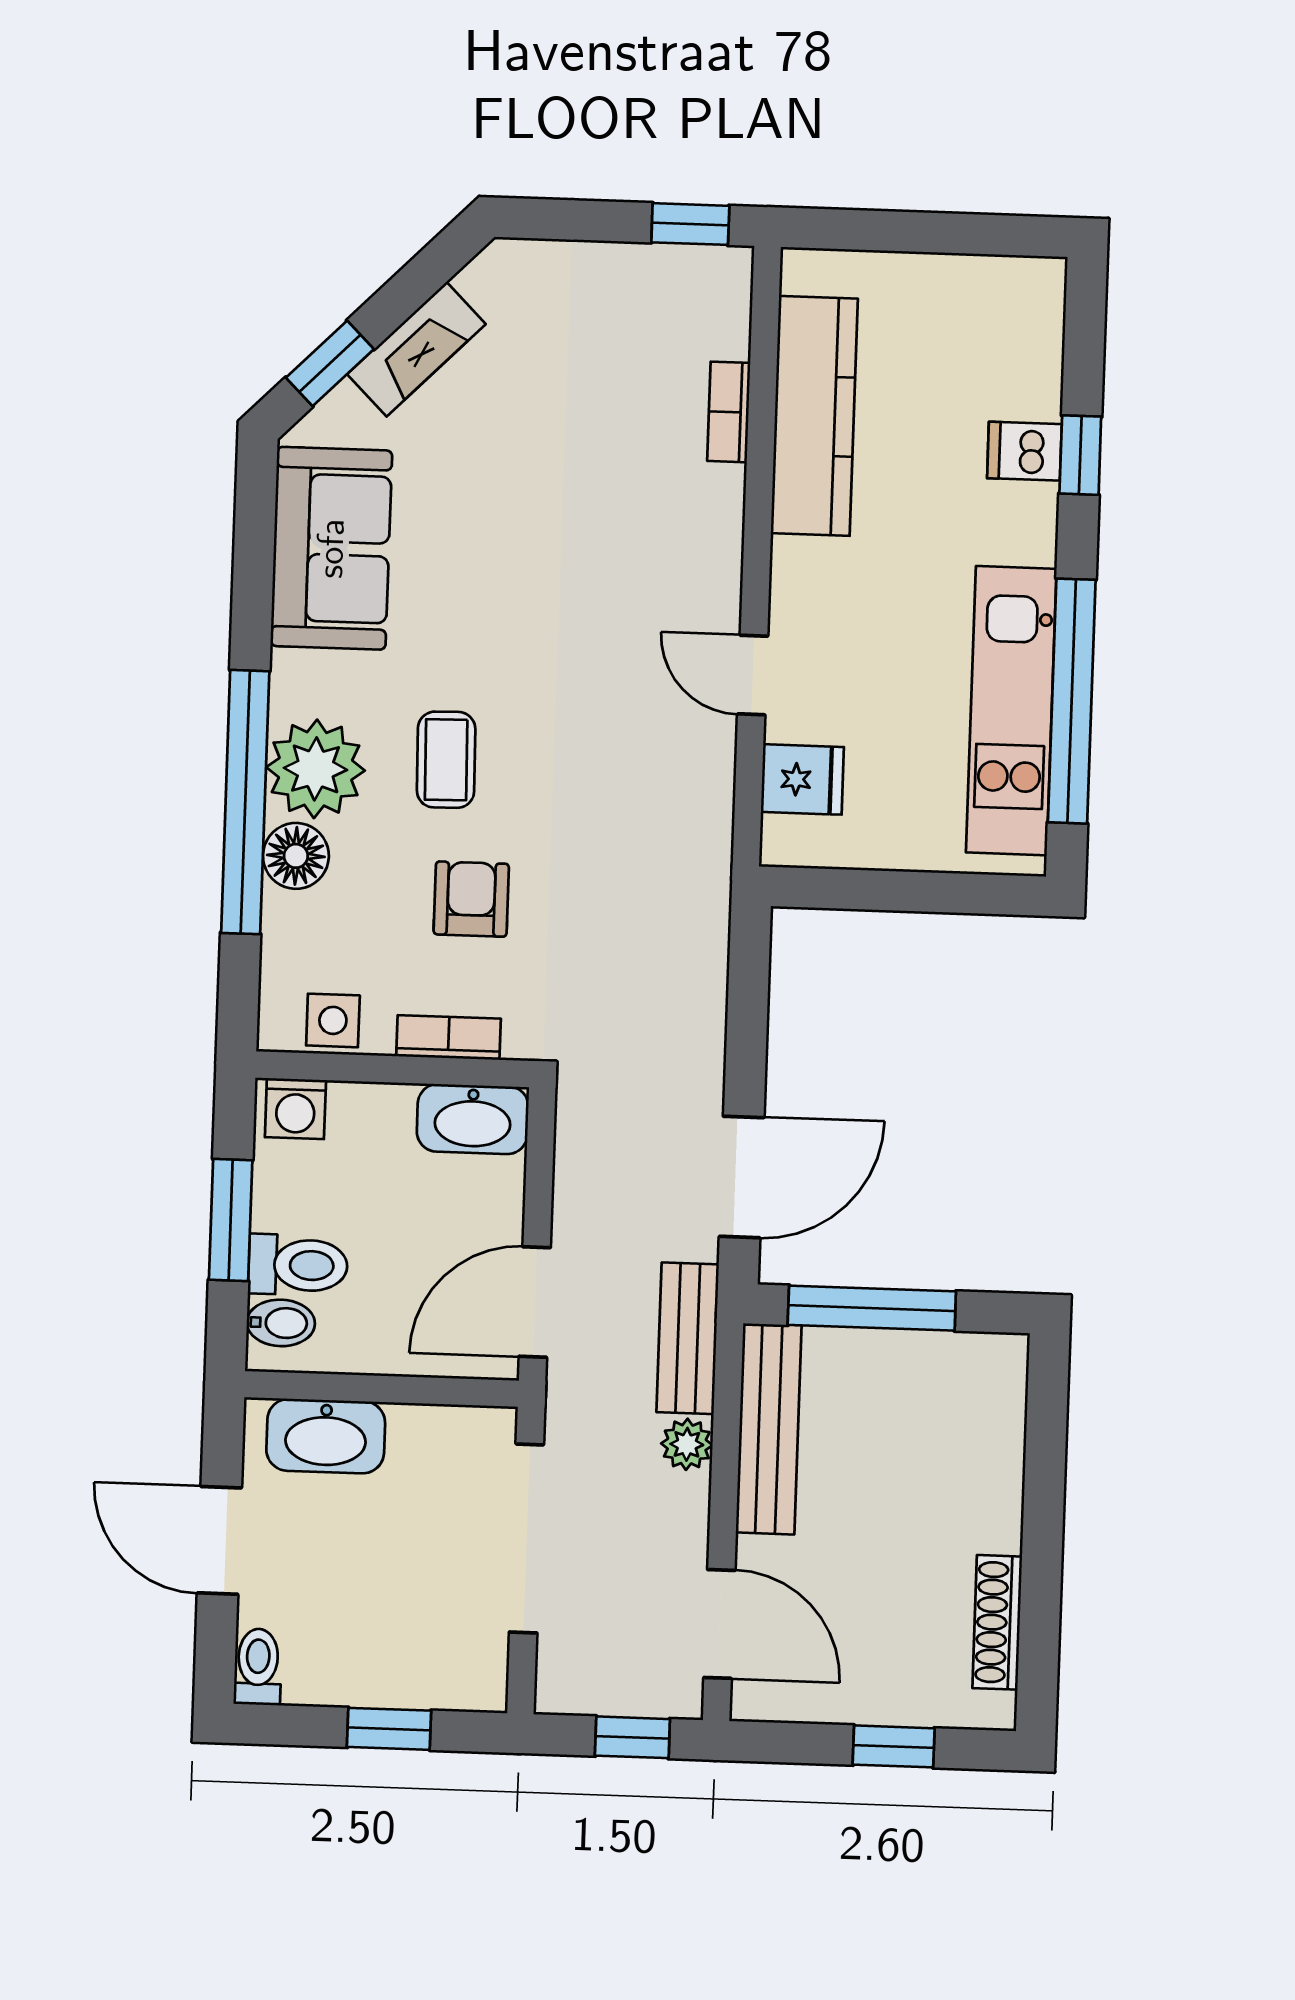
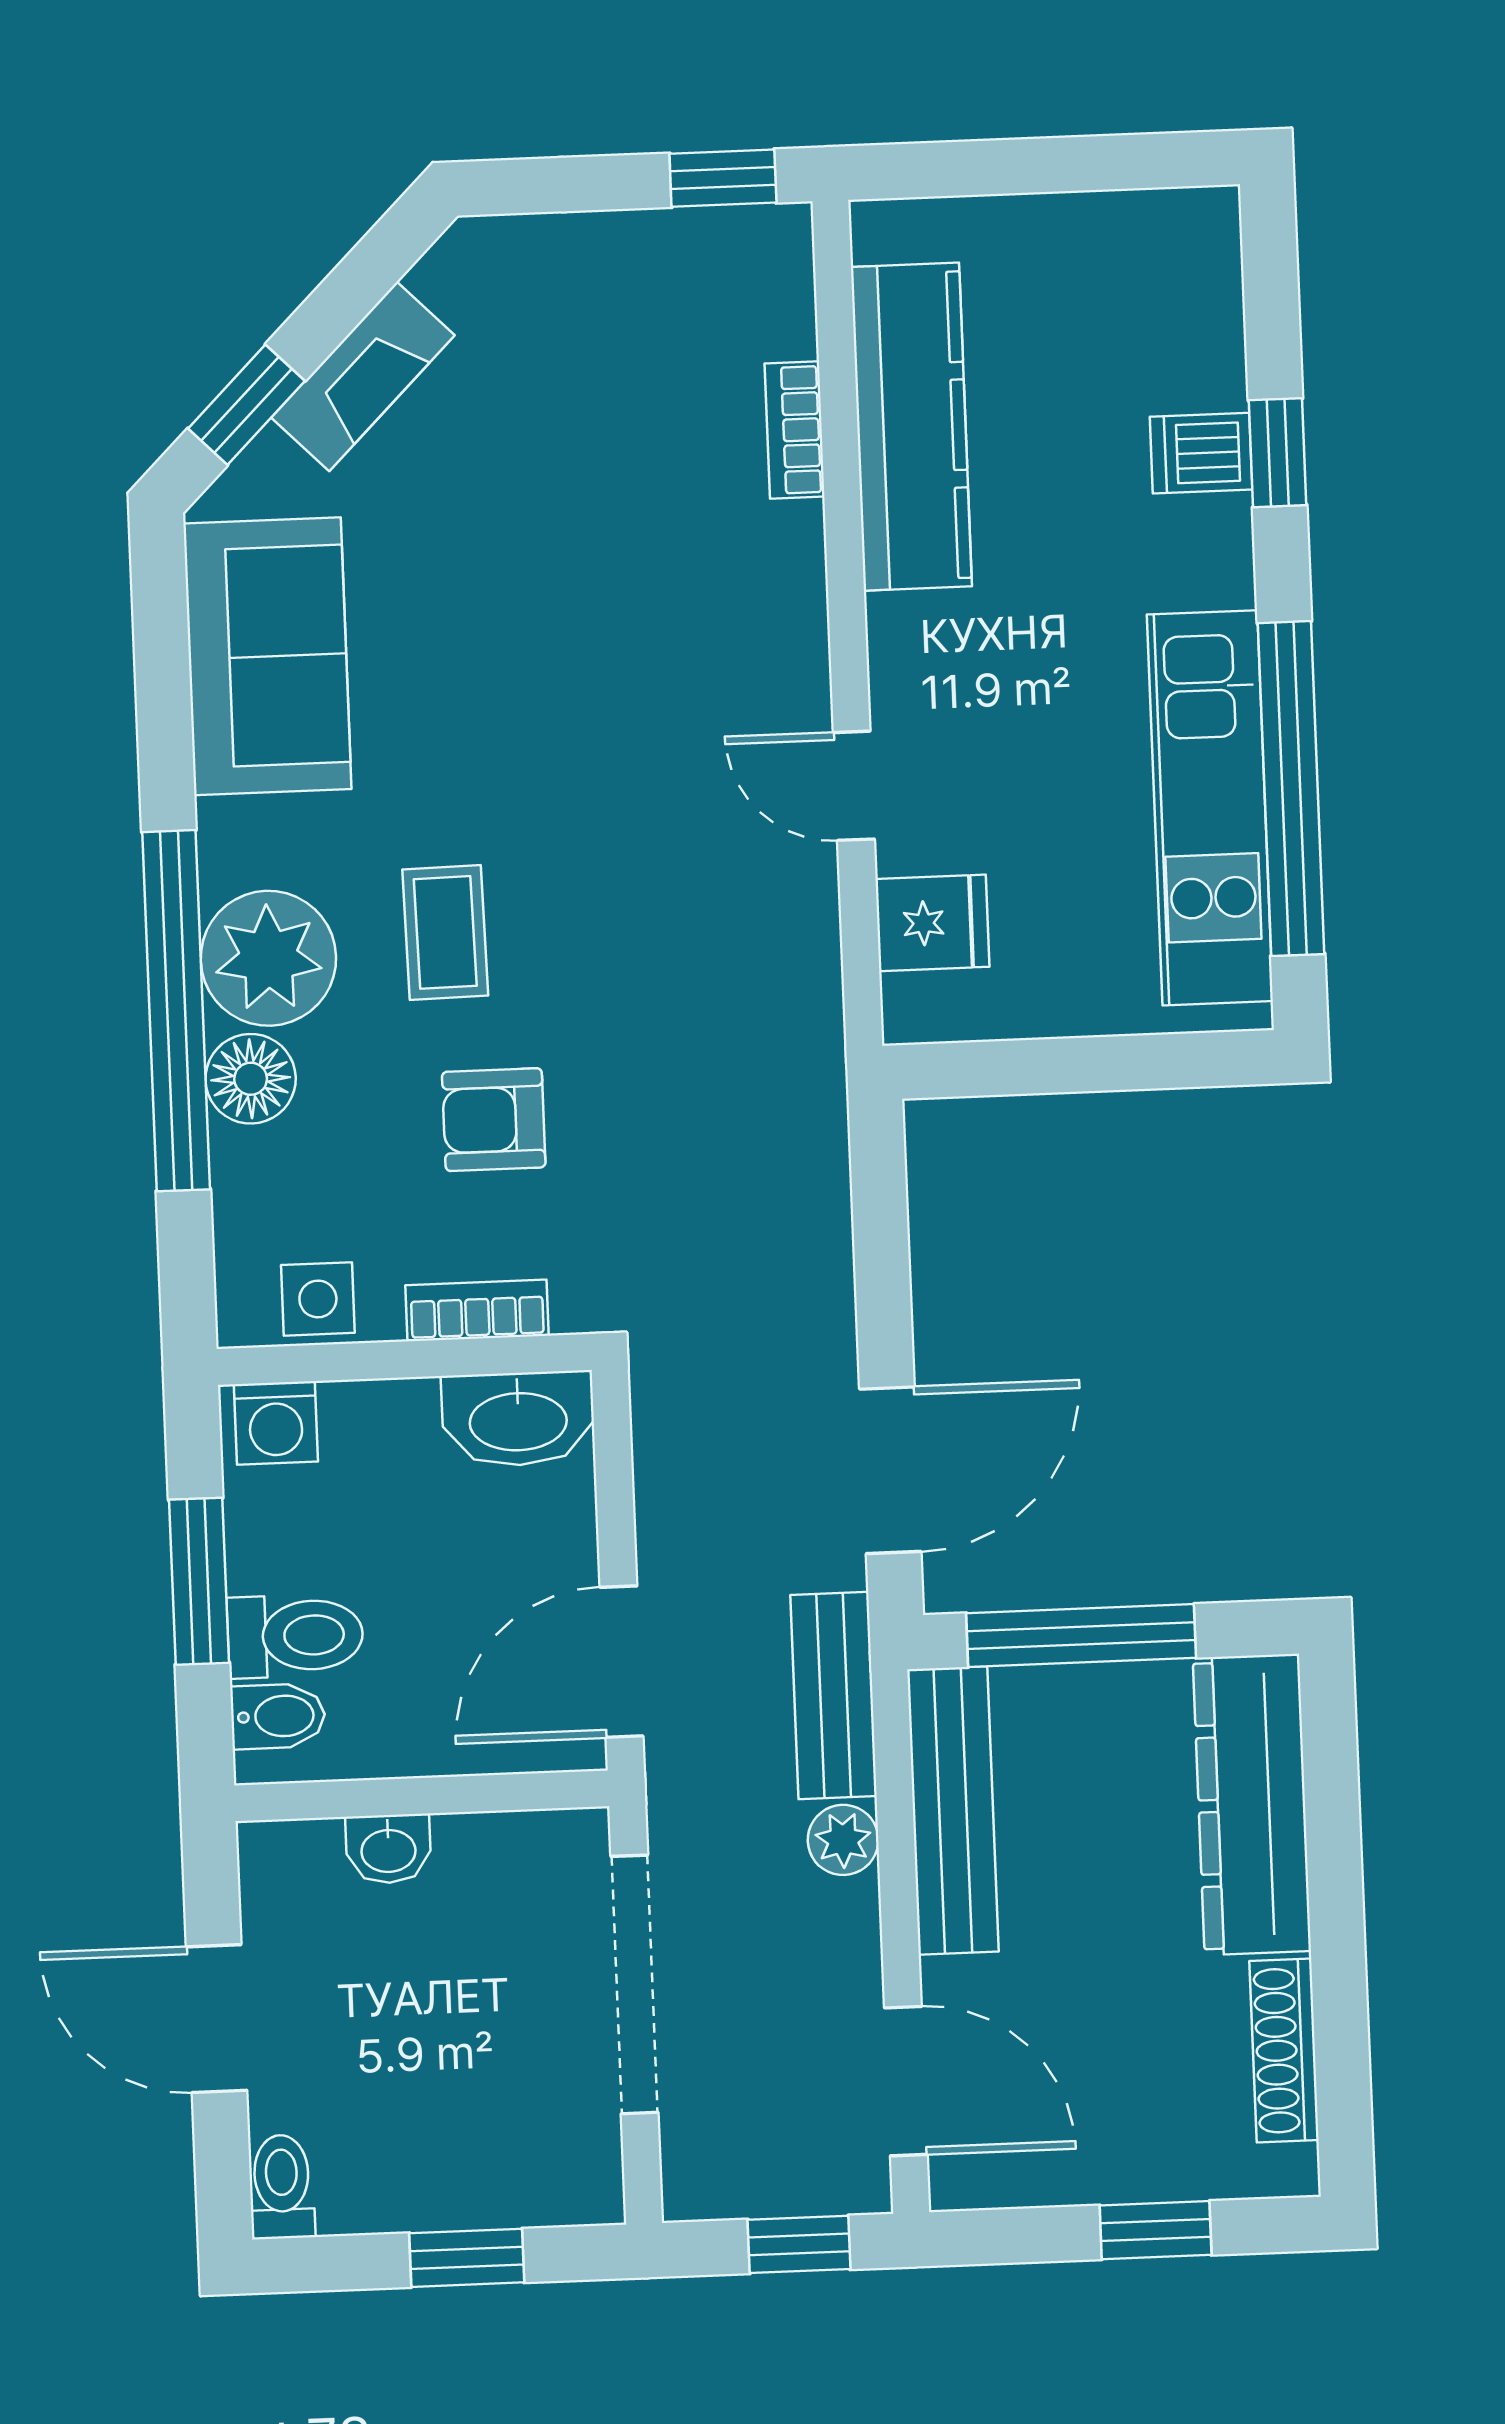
armchair: (471, 899) -> (494, 1120), turned -90
washbasin: (326, 1436) -> (388, 1849), width x0.52, depth x0.69
dresser: (987, 1441) -> (1252, 1804), added

